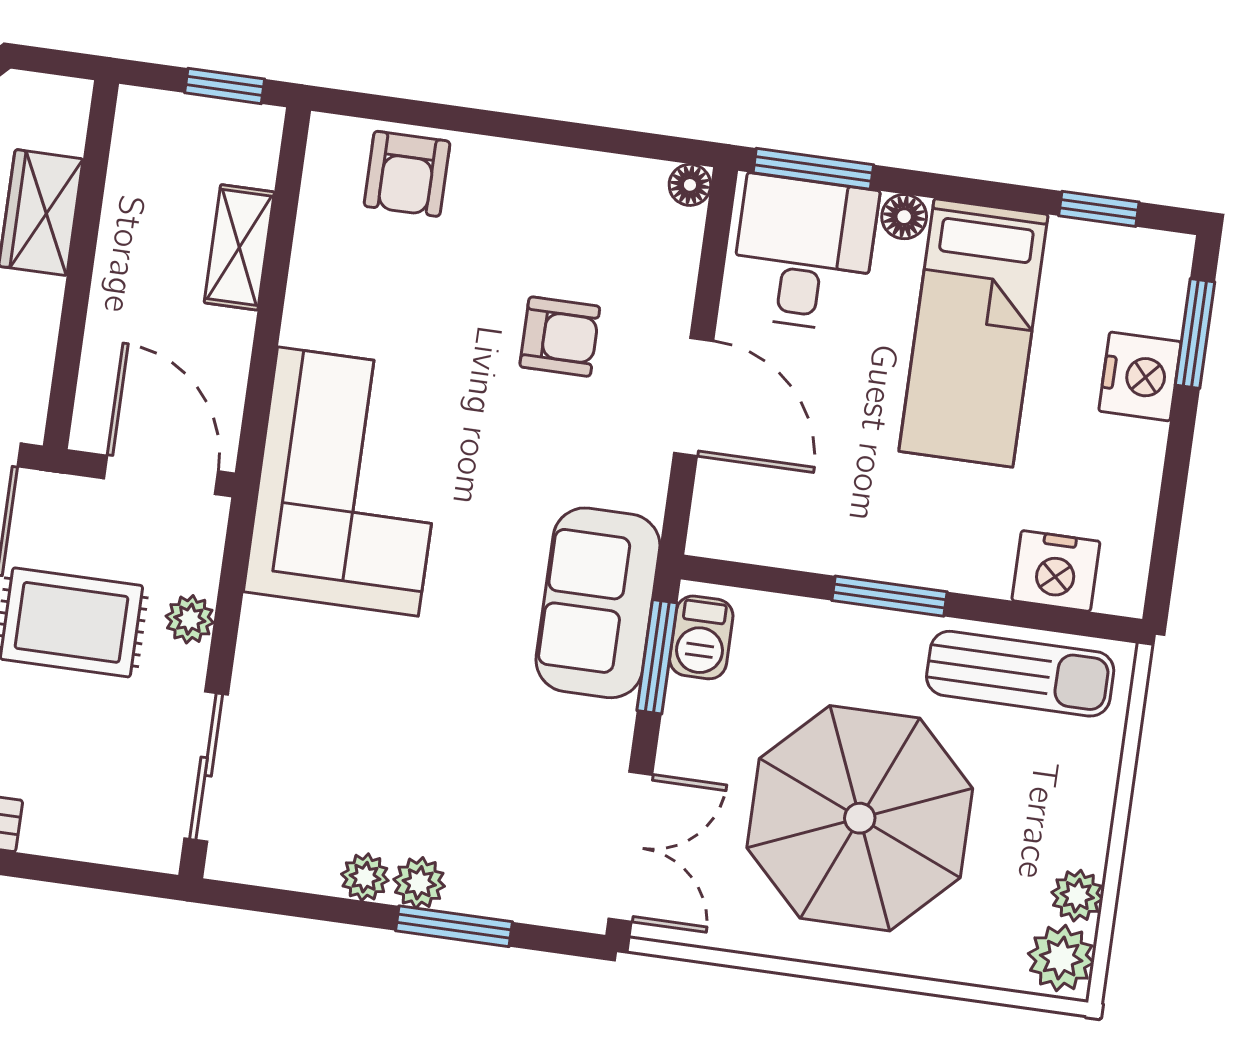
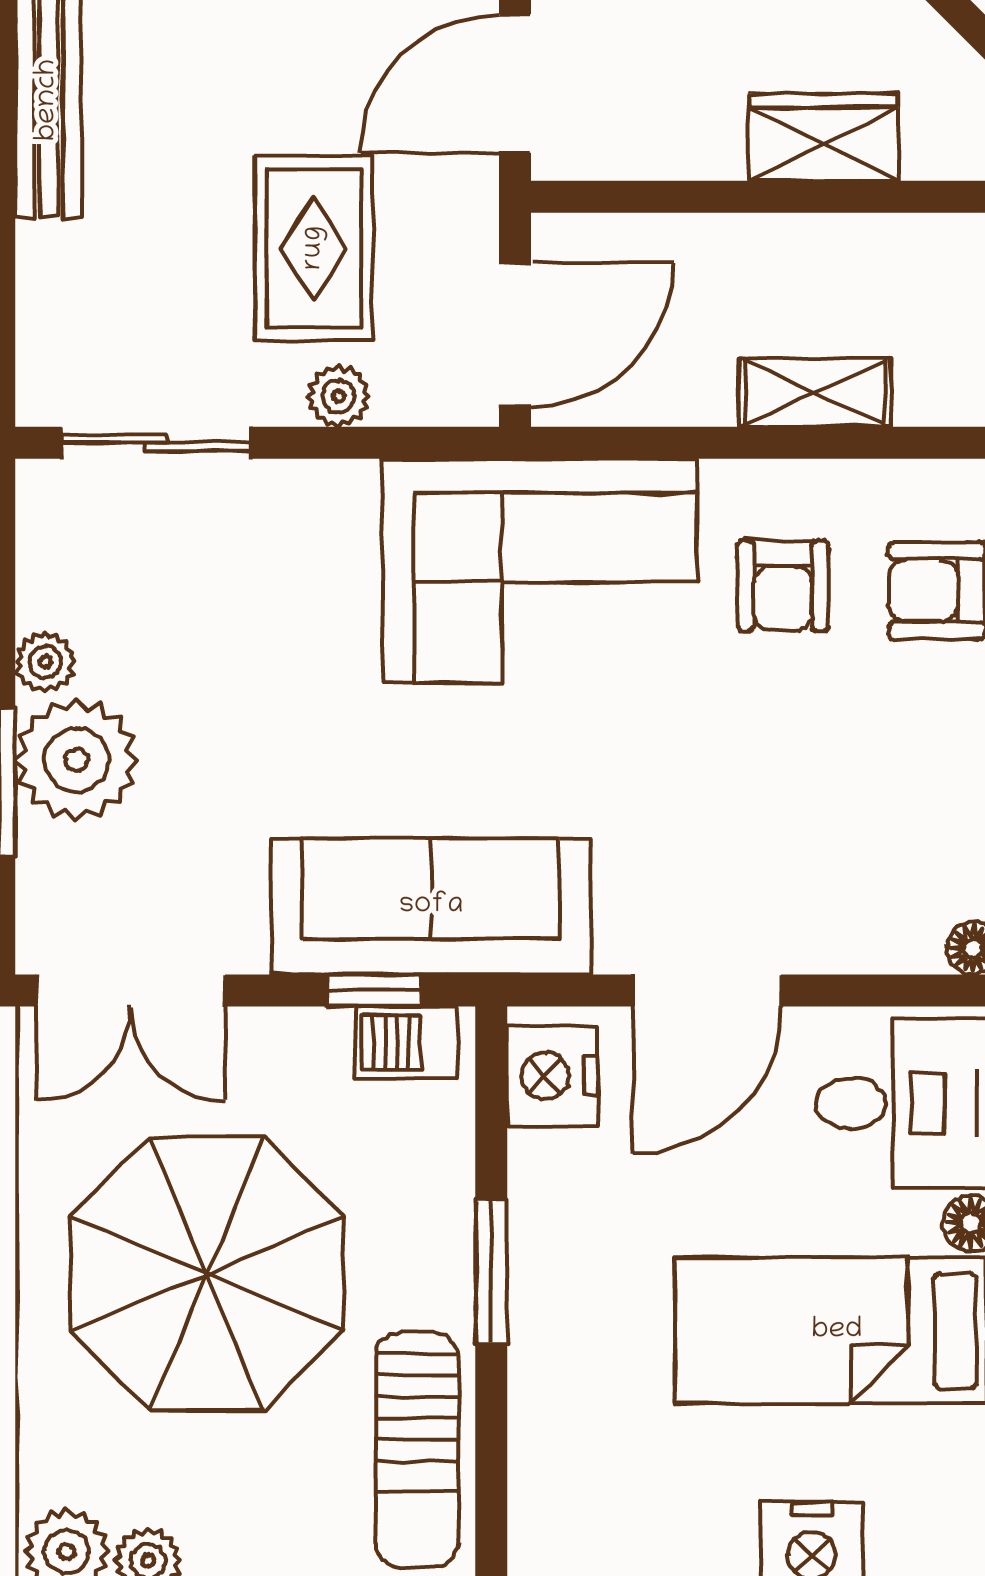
armchair: (560, 337) -> (783, 586), moved
nightstand: (1056, 571) -> (552, 1076), moved
sofa: (598, 603) -> (431, 906), width x1.36
window: (657, 657) -> (374, 990), width x0.67
plant: (419, 883) -> (76, 760), width x1.88, depth x1.88

